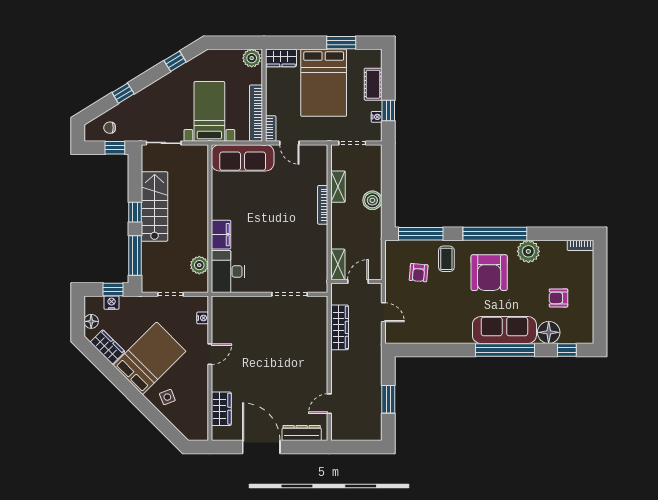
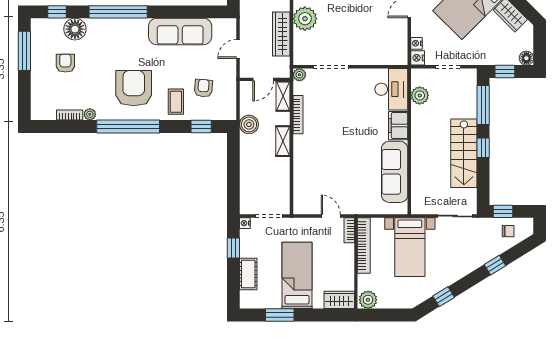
bed: (324, 83) -> (297, 275), width x0.67
nightstand: (377, 117) -> (245, 223), moved
sofa: (243, 158) -> (395, 172), moved, turned -90
shelving: (338, 187) -> (283, 141), moved
boiler: (372, 200) -> (249, 124), moved
bookcase: (323, 205) -> (298, 115), moved
window: (421, 234) -> (201, 126), width x0.46
bookcase: (580, 245) -> (70, 115), moved
plant: (528, 251) -> (90, 114), width x0.53, depth x0.53
plant: (321, 286) -> (299, 75), added
armchair: (558, 298) -> (65, 63), turned -90
nightstand: (112, 303) -> (418, 58), moved, turned 90
window: (600, 310) -> (24, 51), added
door: (383, 312) -> (238, 49), hinge flipped
floor lamp: (91, 321) -> (526, 58), moved
sofa: (504, 330) -> (180, 31), moved
plant: (316, 343) -> (305, 19), added

